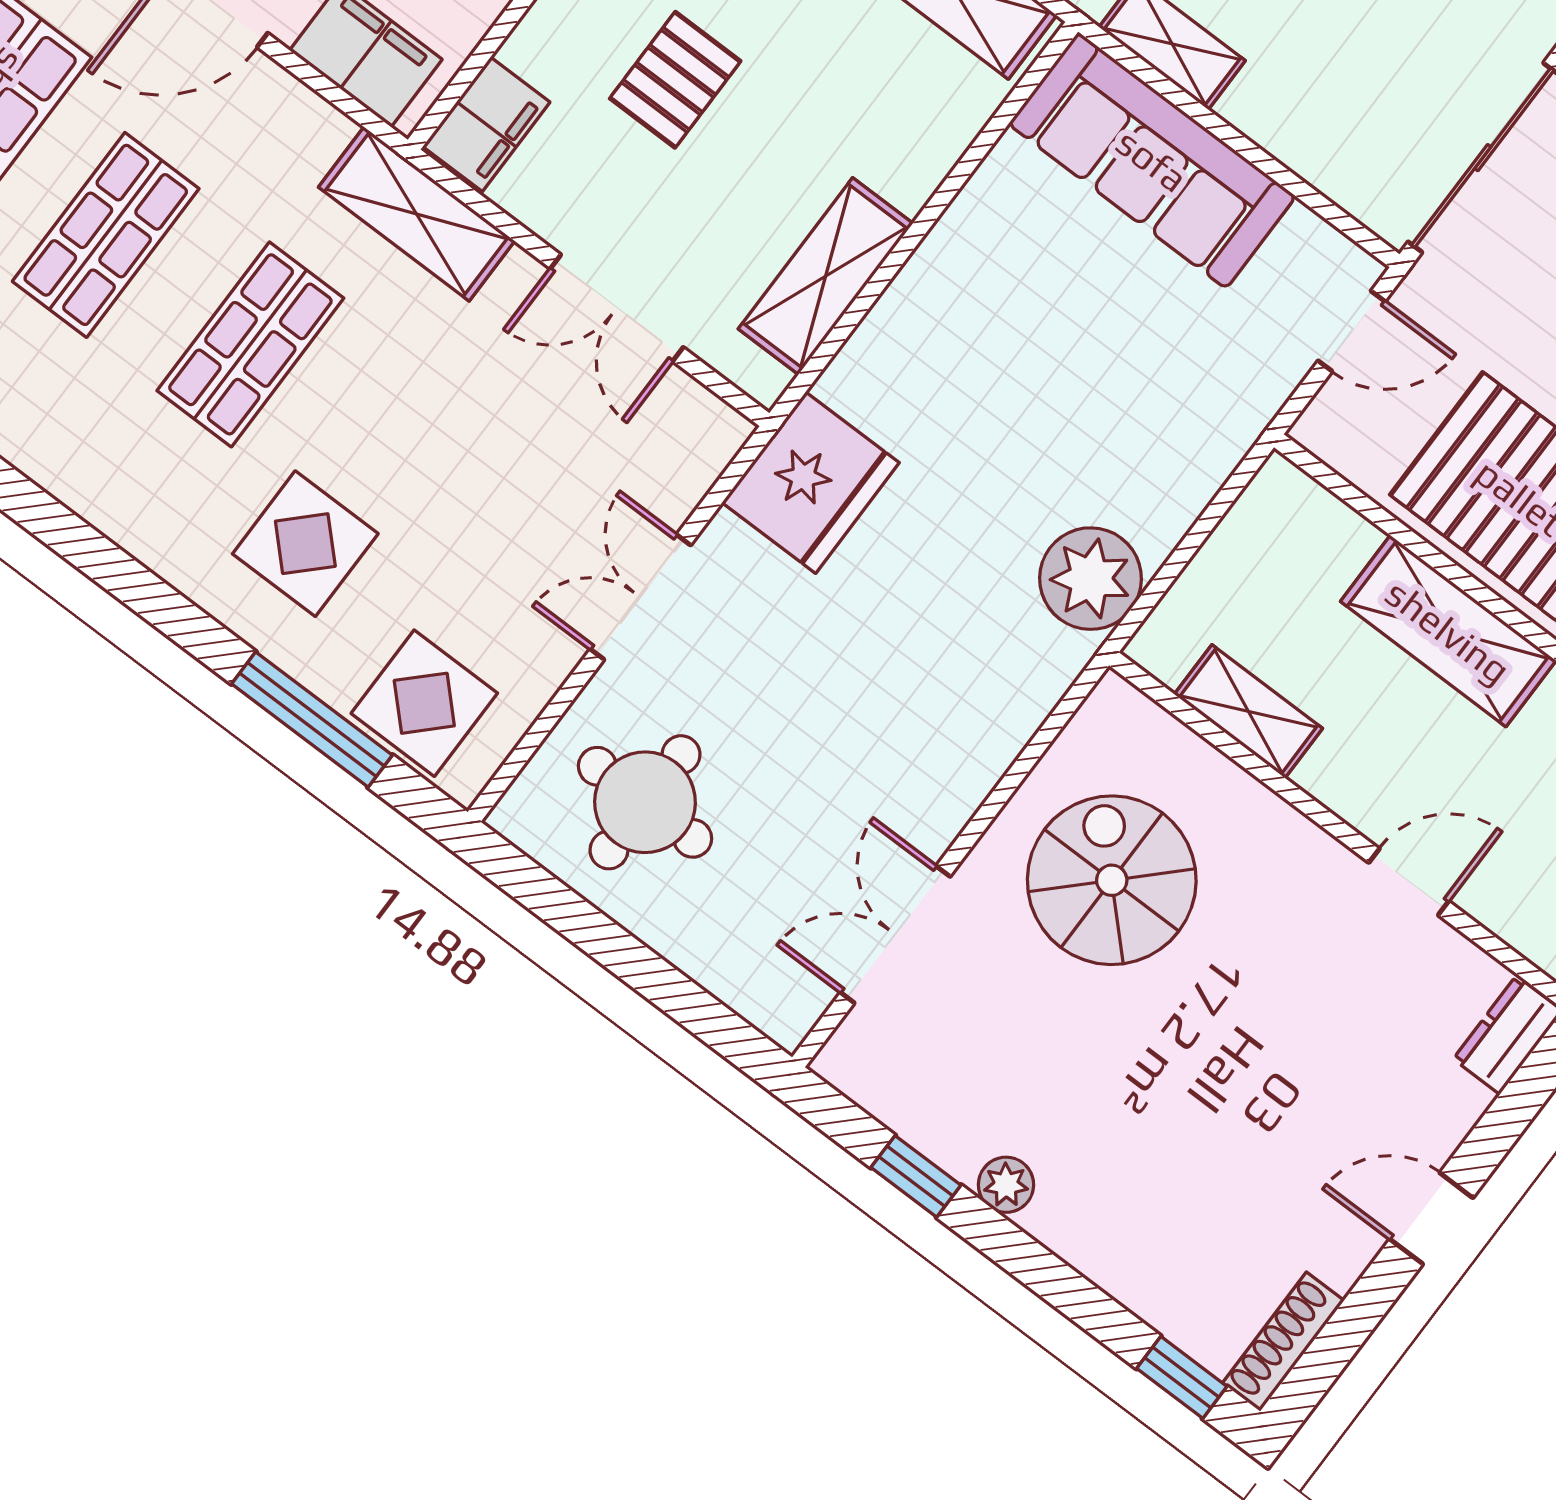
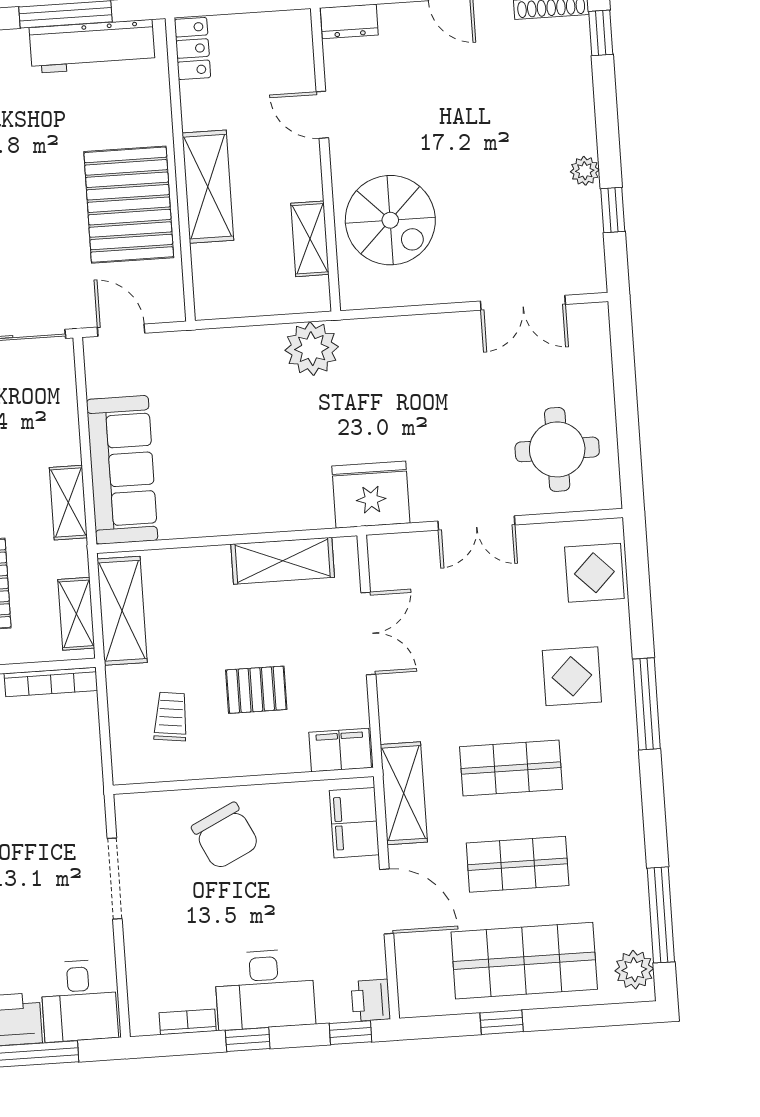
shelving: (417, 214) -> (404, 793), moved
window: (312, 719) -> (646, 704), moved
spiral stairs: (1112, 880) -> (390, 220), moved, turned -90

